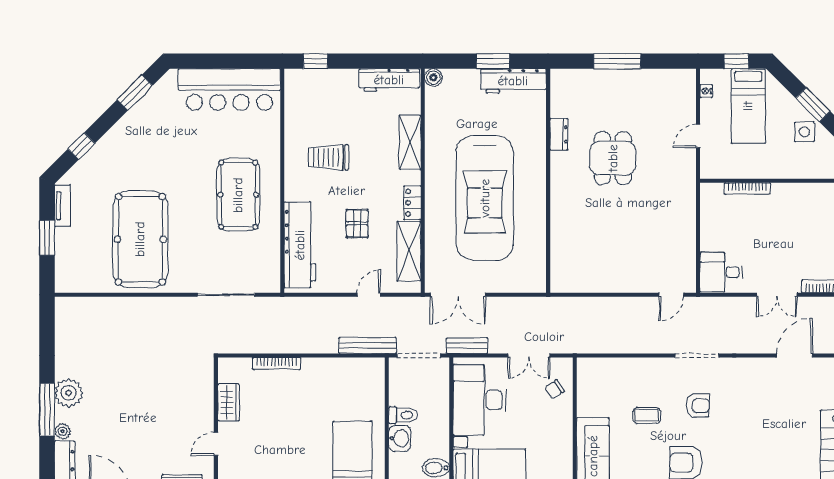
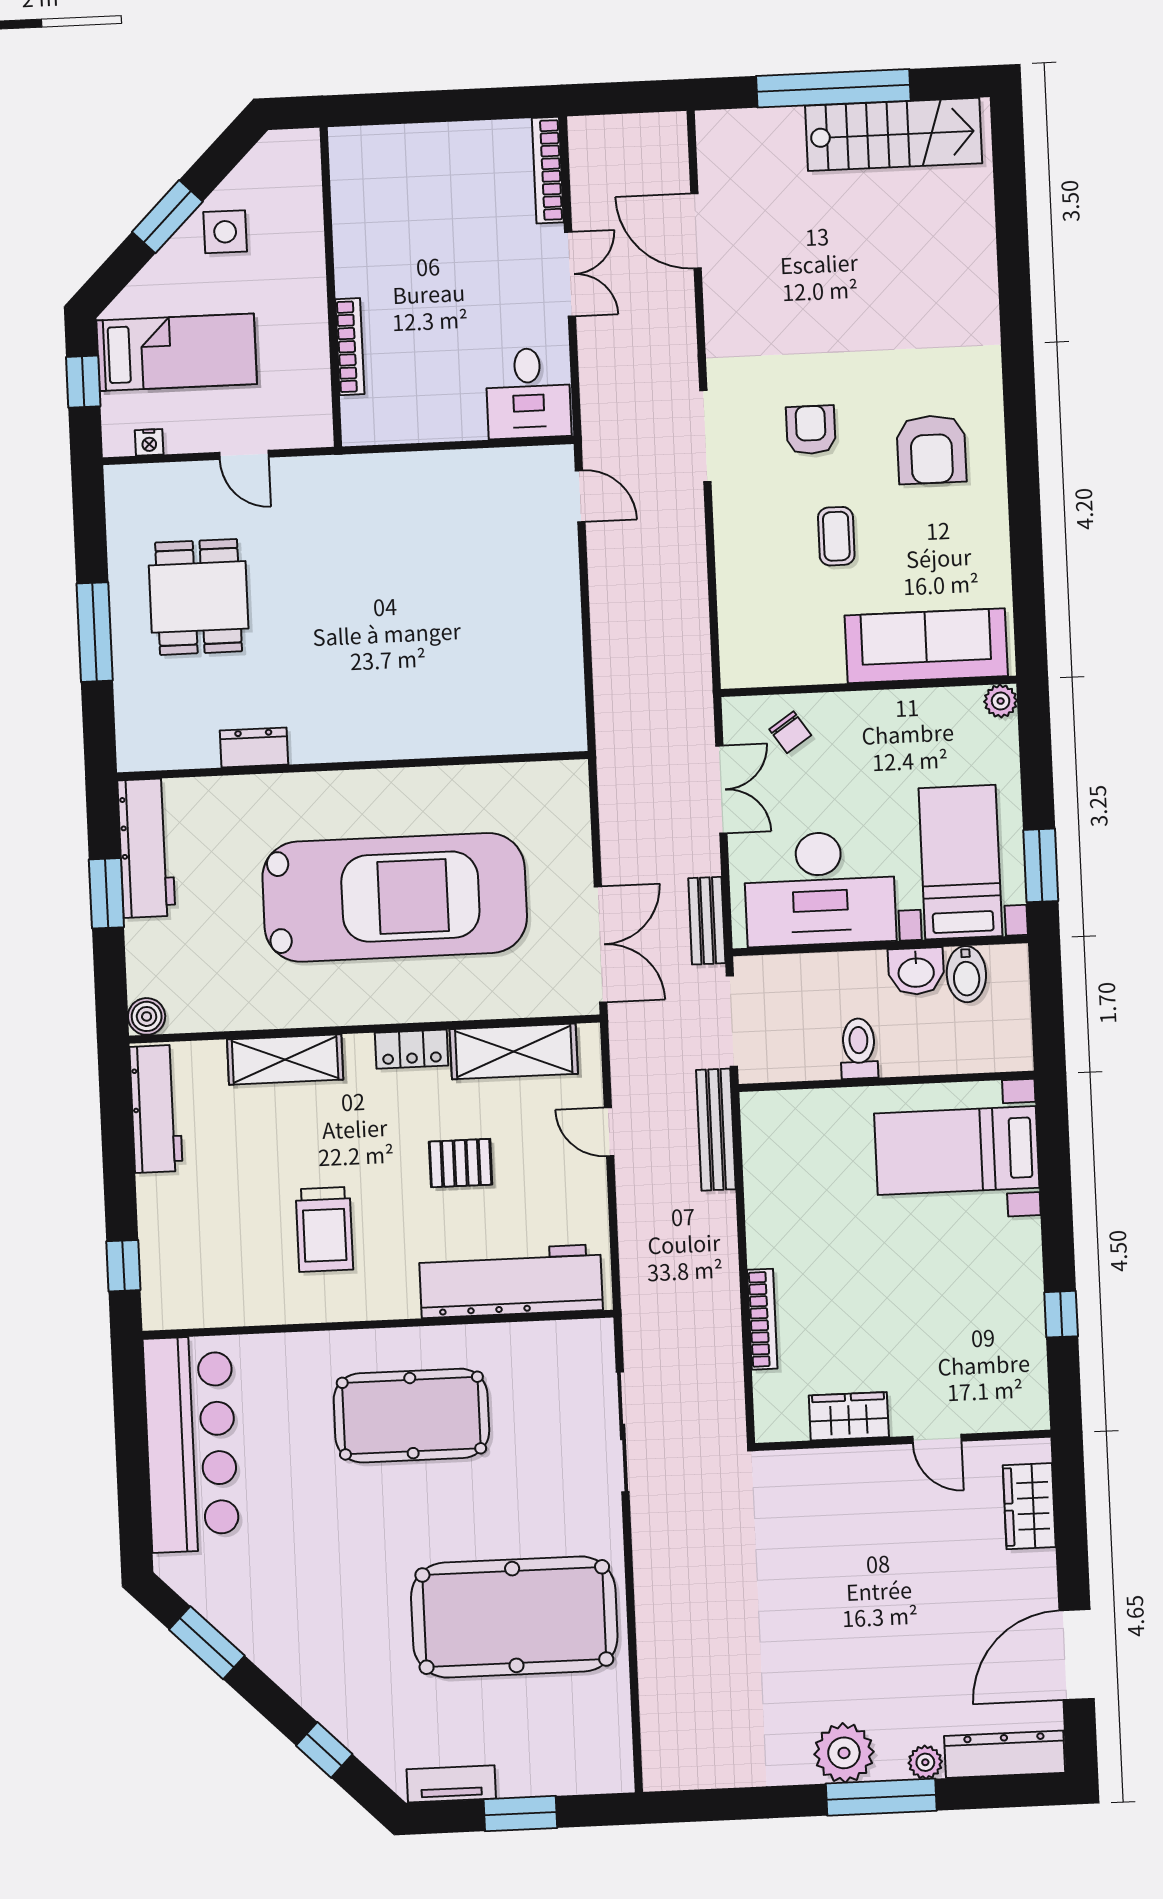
dining table: (613, 158) -> (199, 597), moved, turned 90
washbasin: (400, 438) -> (916, 971), moved, turned 180

